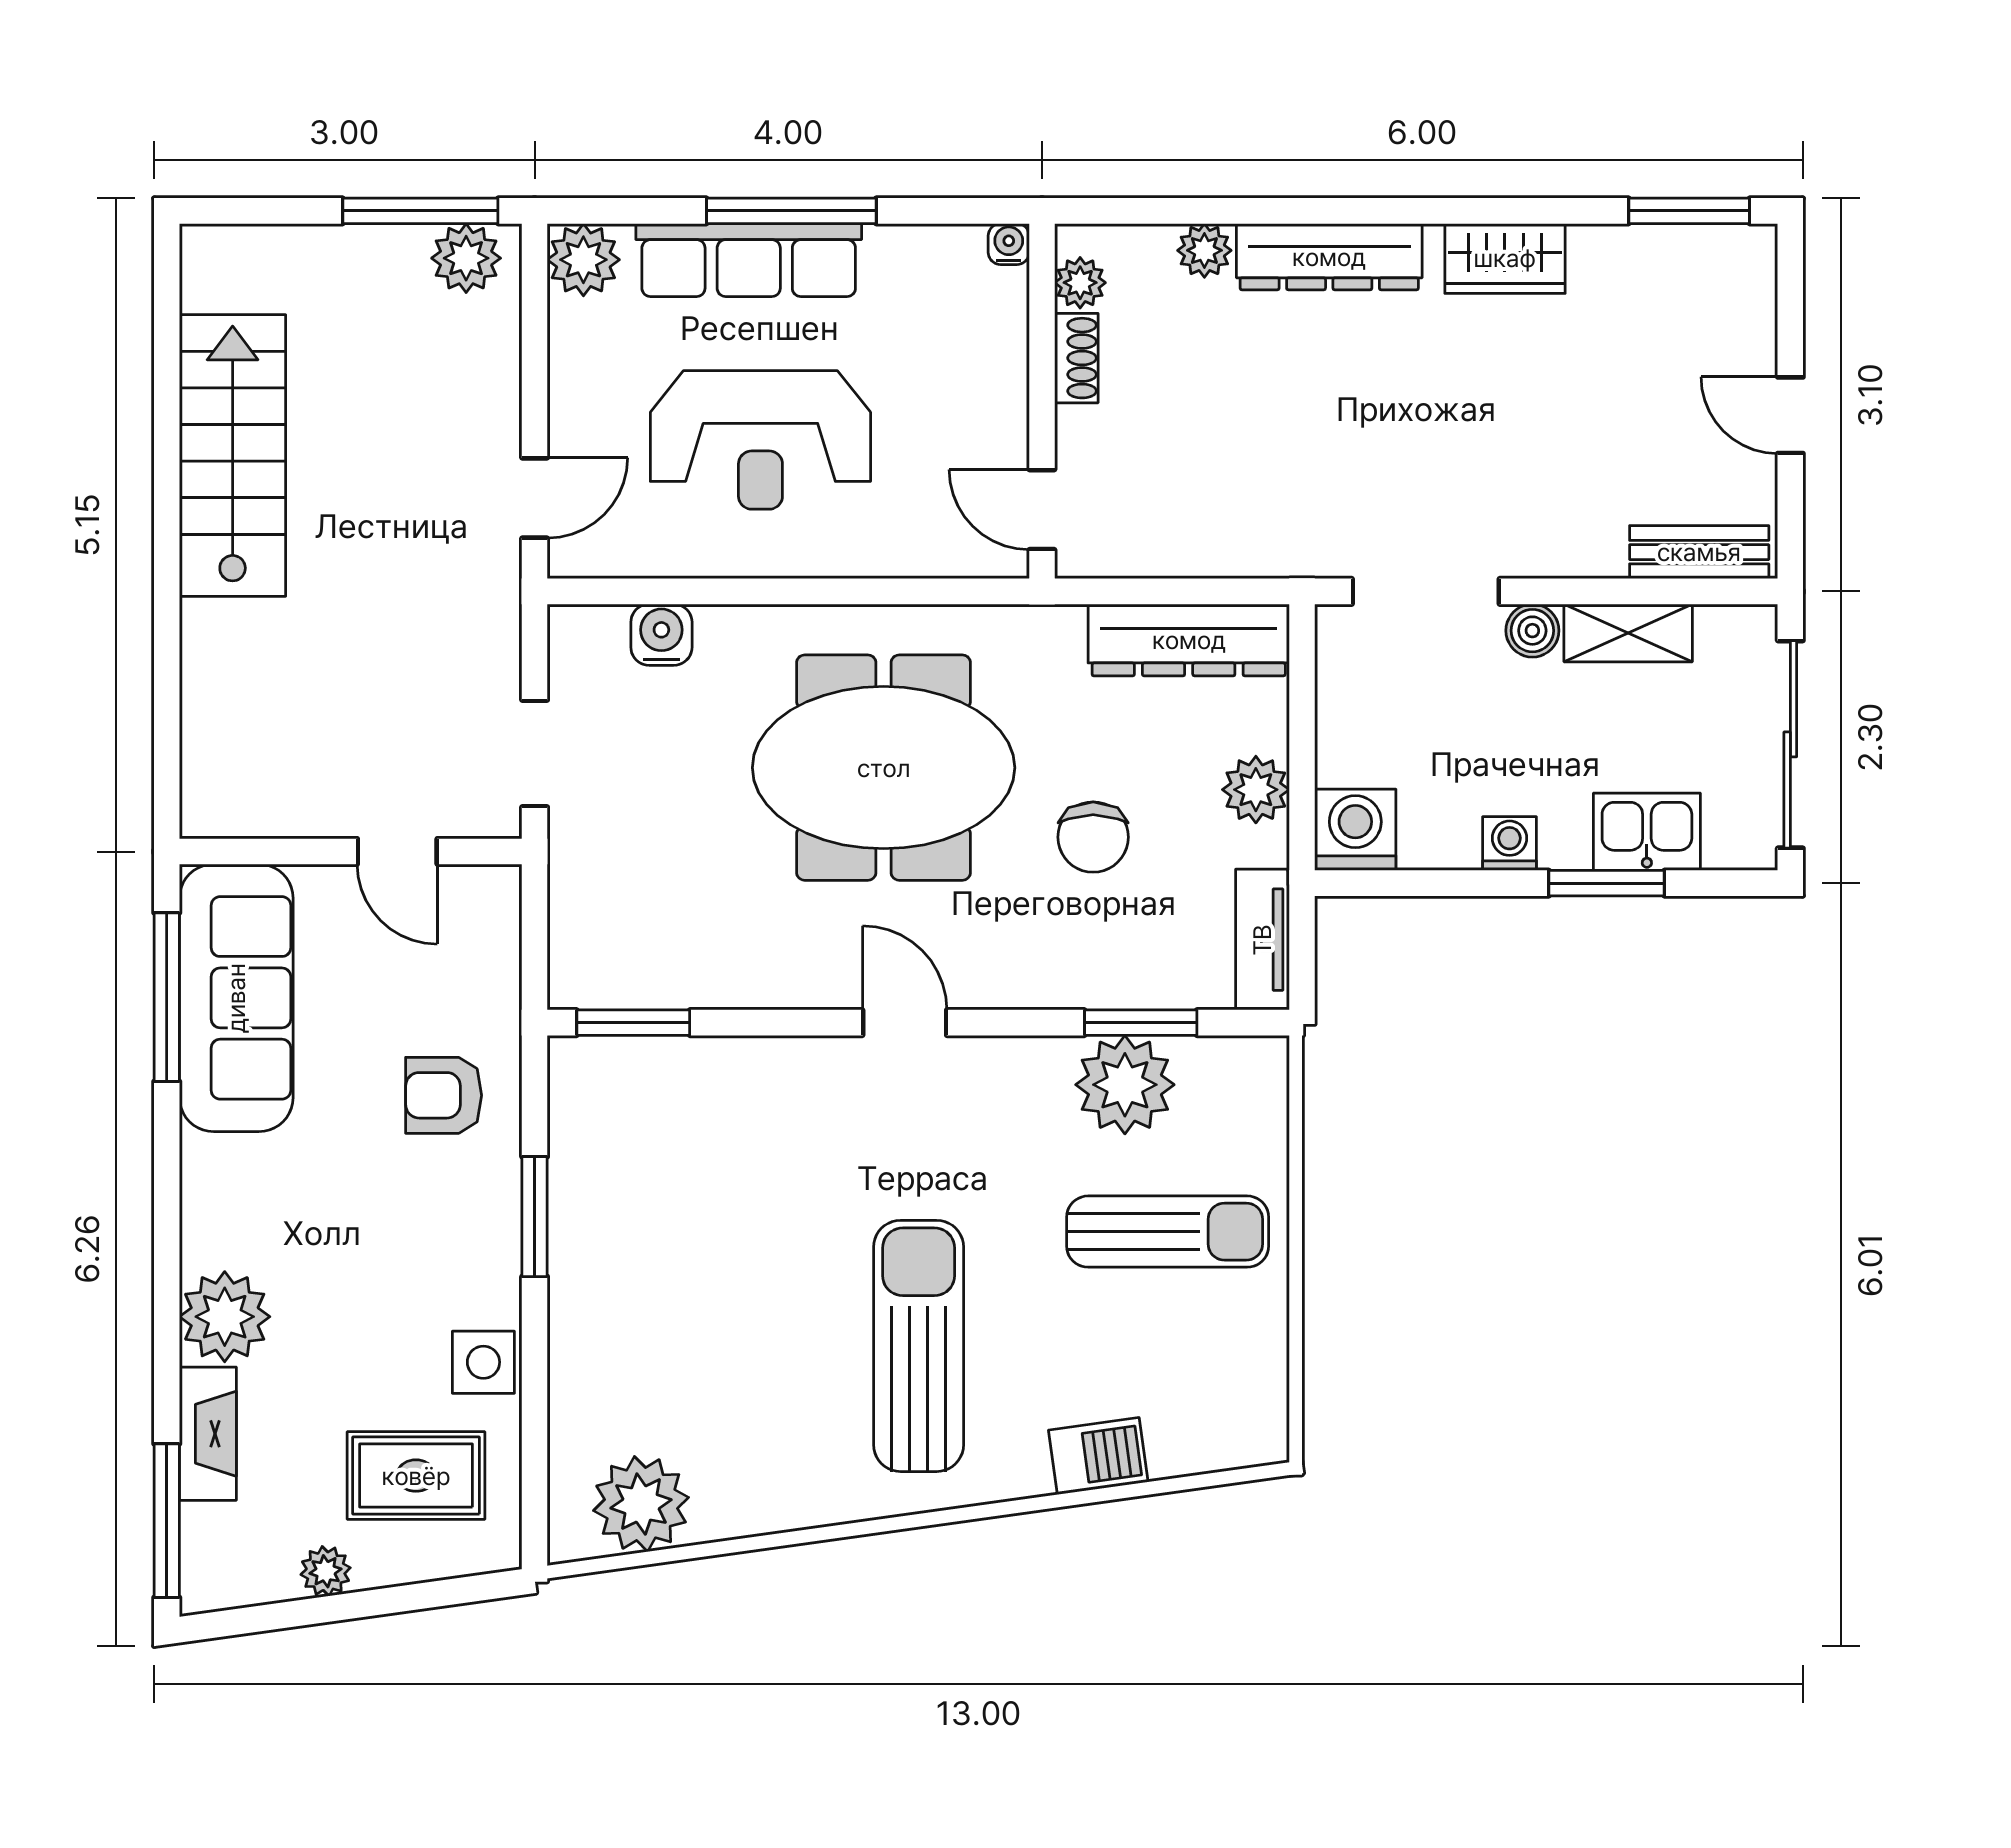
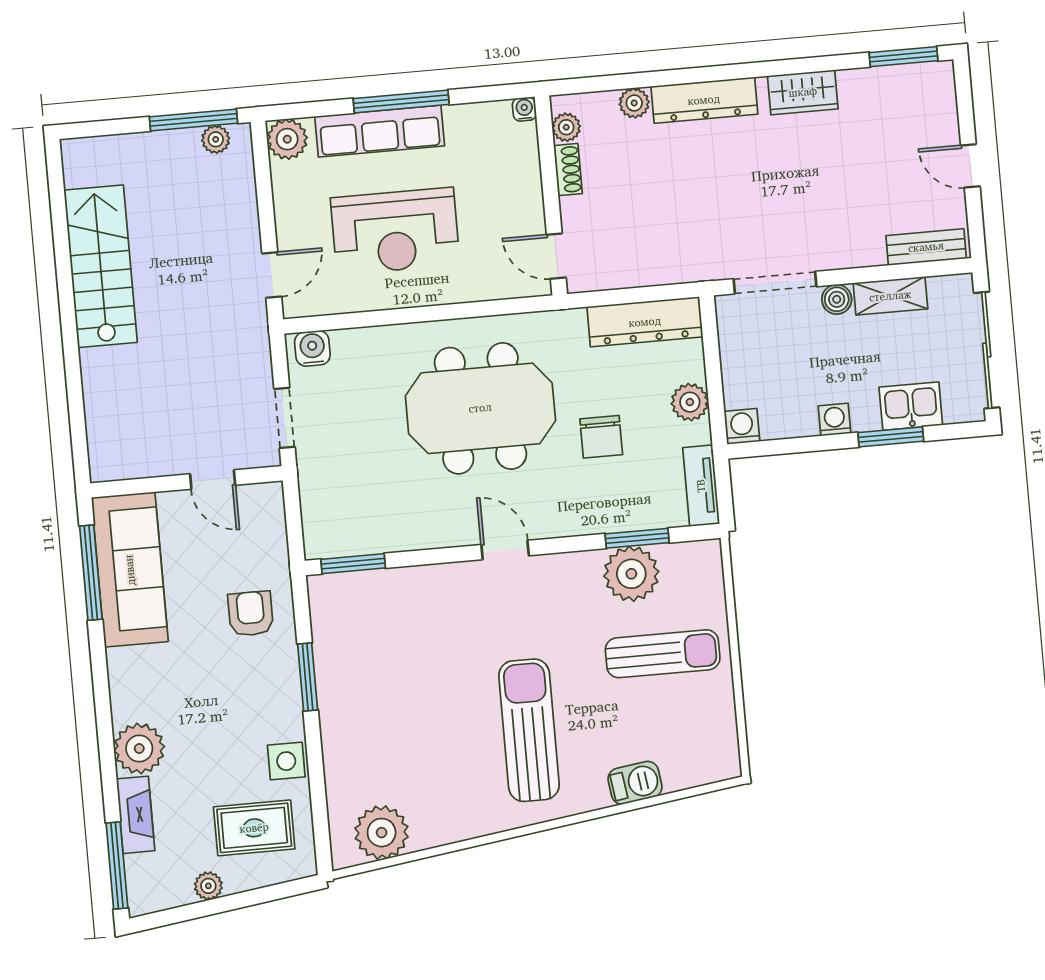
plant: (466, 258) -> (216, 139), width x0.73, depth x0.73
water cooler: (661, 635) -> (312, 348), moved
washing machine: (1355, 830) -> (742, 426), width x0.73, depth x0.73
armchair: (444, 1095) -> (251, 614), turned 90

